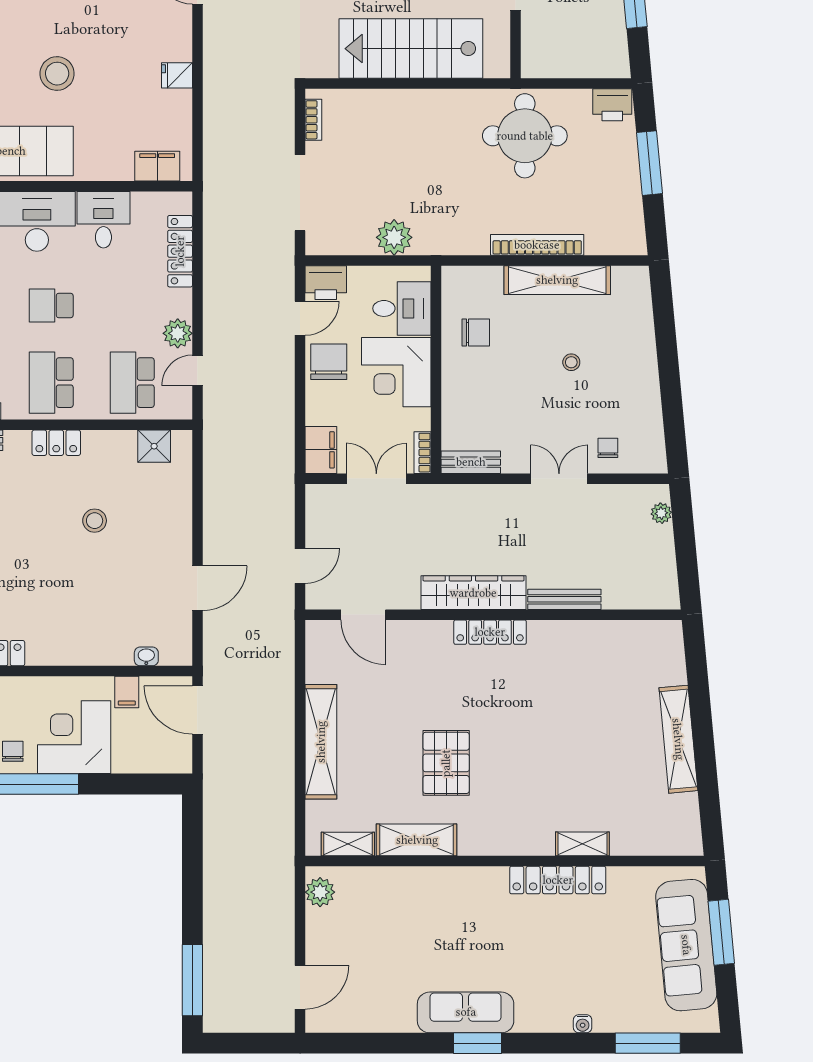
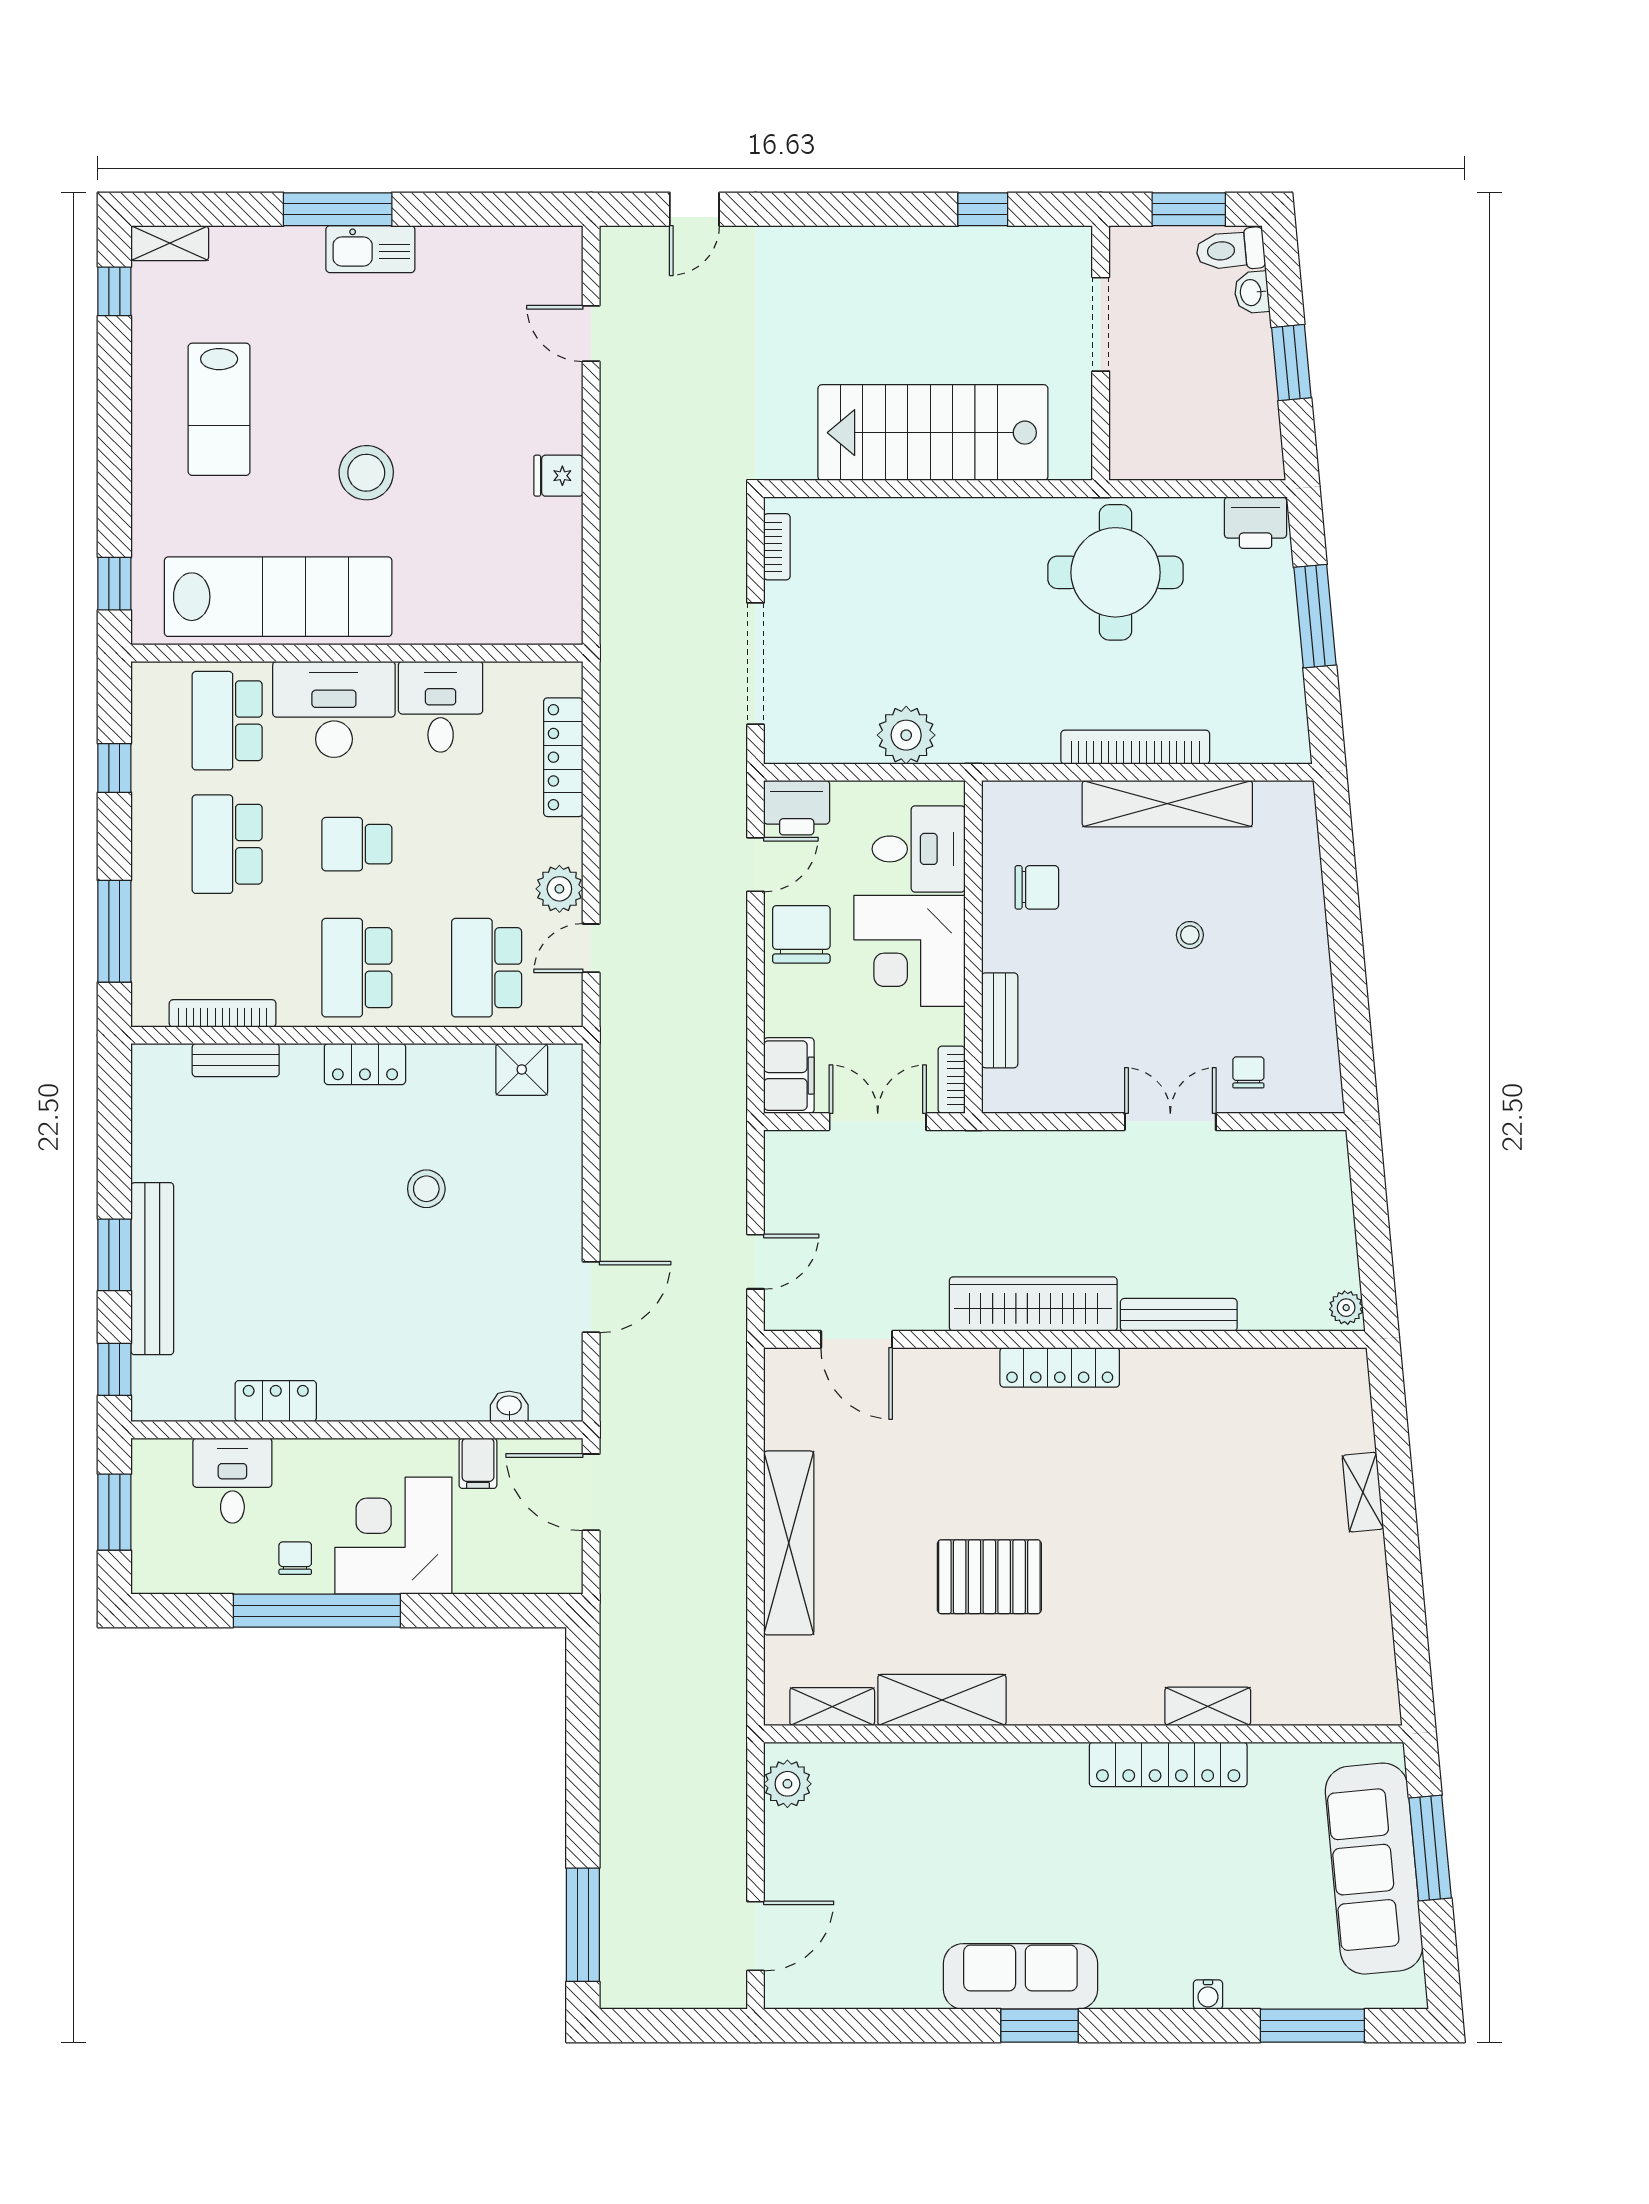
filing cabinet: (157, 166) -> (527, 621), removed
bench: (471, 462) -> (1000, 1020), moved, turned 90
plant: (661, 513) -> (1346, 1308), moved
shelving: (678, 739) -> (1363, 1492), width x0.45, depth x0.75
pallet: (446, 763) -> (989, 1577), turned 90

